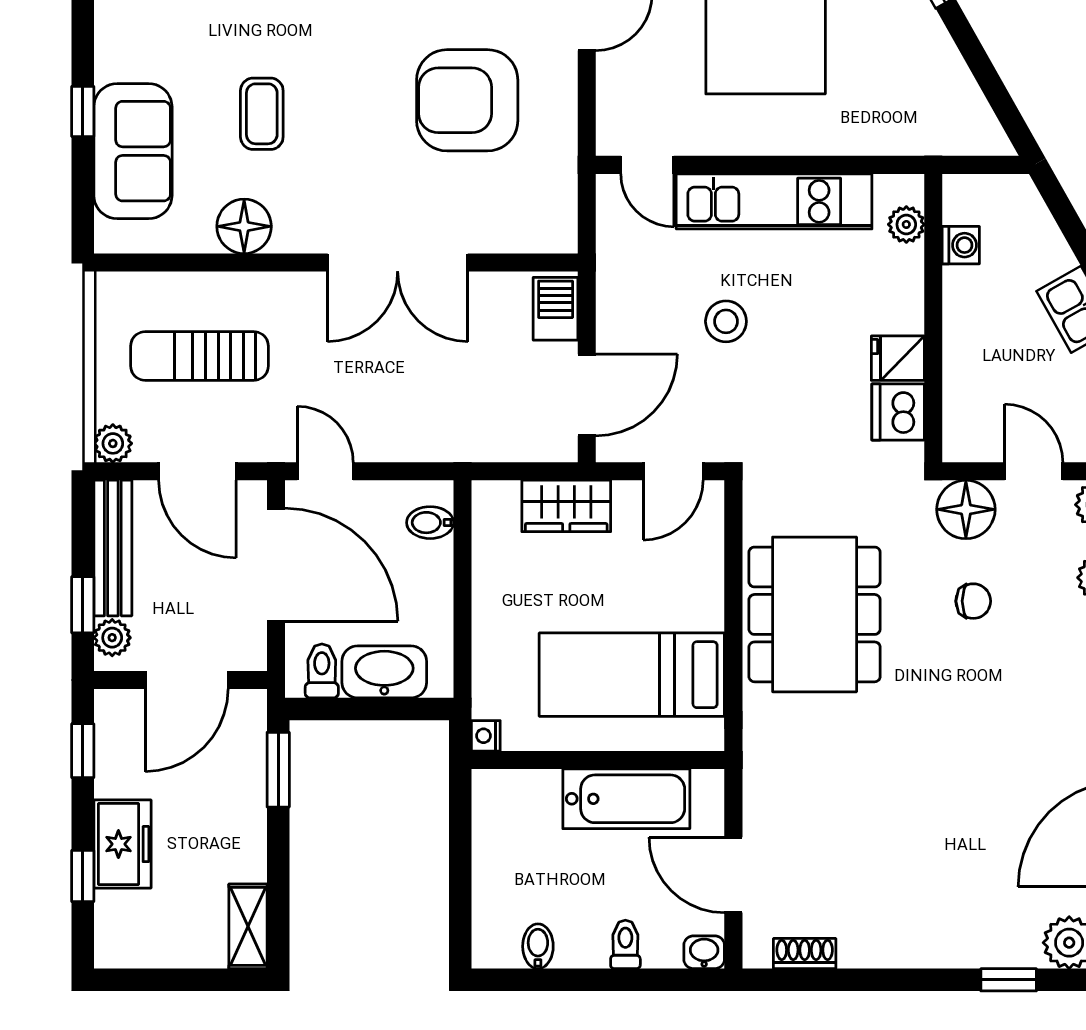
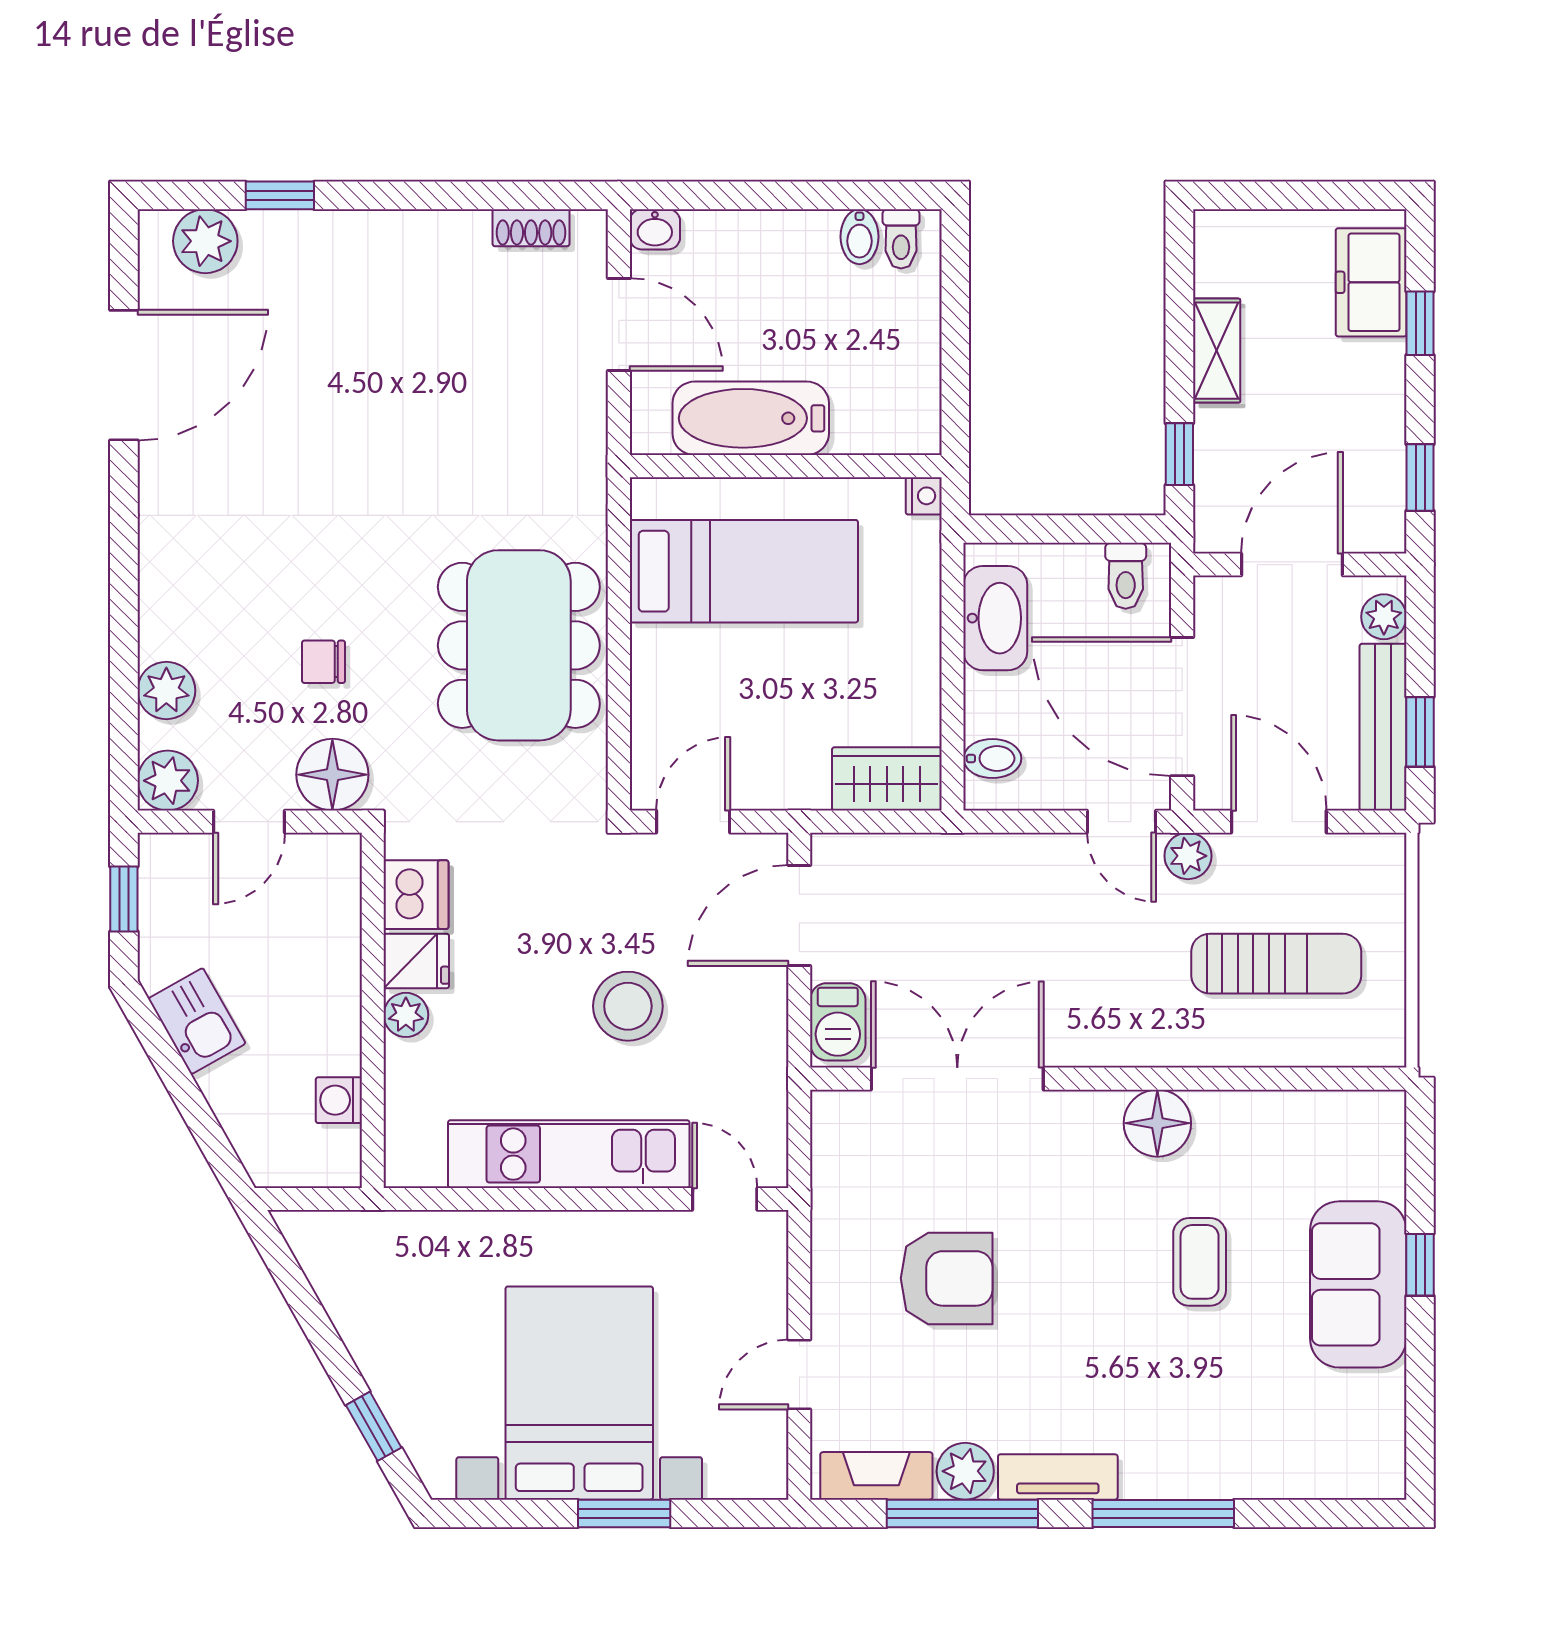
armchair: (467, 100) -> (947, 1278), width x0.73, depth x0.73
sofa: (133, 151) -> (1358, 1284), moved
plant: (906, 224) -> (406, 1015), moved
floor lamp: (244, 226) -> (1157, 1123), moved
double door: (398, 263) -> (957, 1079), moved
stool: (726, 321) -> (628, 1006), width x1.38, depth x1.38
plant: (113, 443) -> (1188, 856), moved
door: (1034, 471) -> (249, 822), hinge flipped
wardrobe: (566, 506) -> (887, 779), moved
window: (83, 605) -> (1420, 732), moved
washbasin: (384, 672) -> (995, 618), moved, turned -90
window: (278, 770) -> (1179, 454), width x0.67
freezer: (122, 844) -> (1371, 282), moved
shelving: (248, 926) -> (1217, 351), moved
toilet: (625, 944) -> (901, 239), moved

